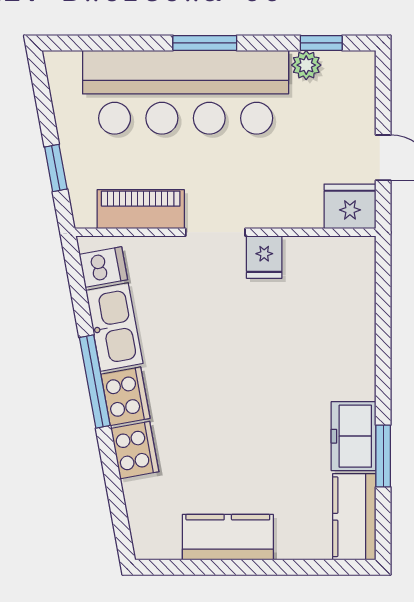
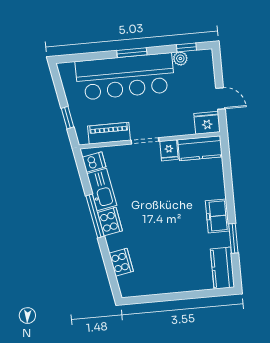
freezer: (354, 436) -> (217, 216), moved
cooker: (135, 450) -> (121, 262), moved
kitchen counter: (228, 537) -> (200, 148), moved, turned 180

